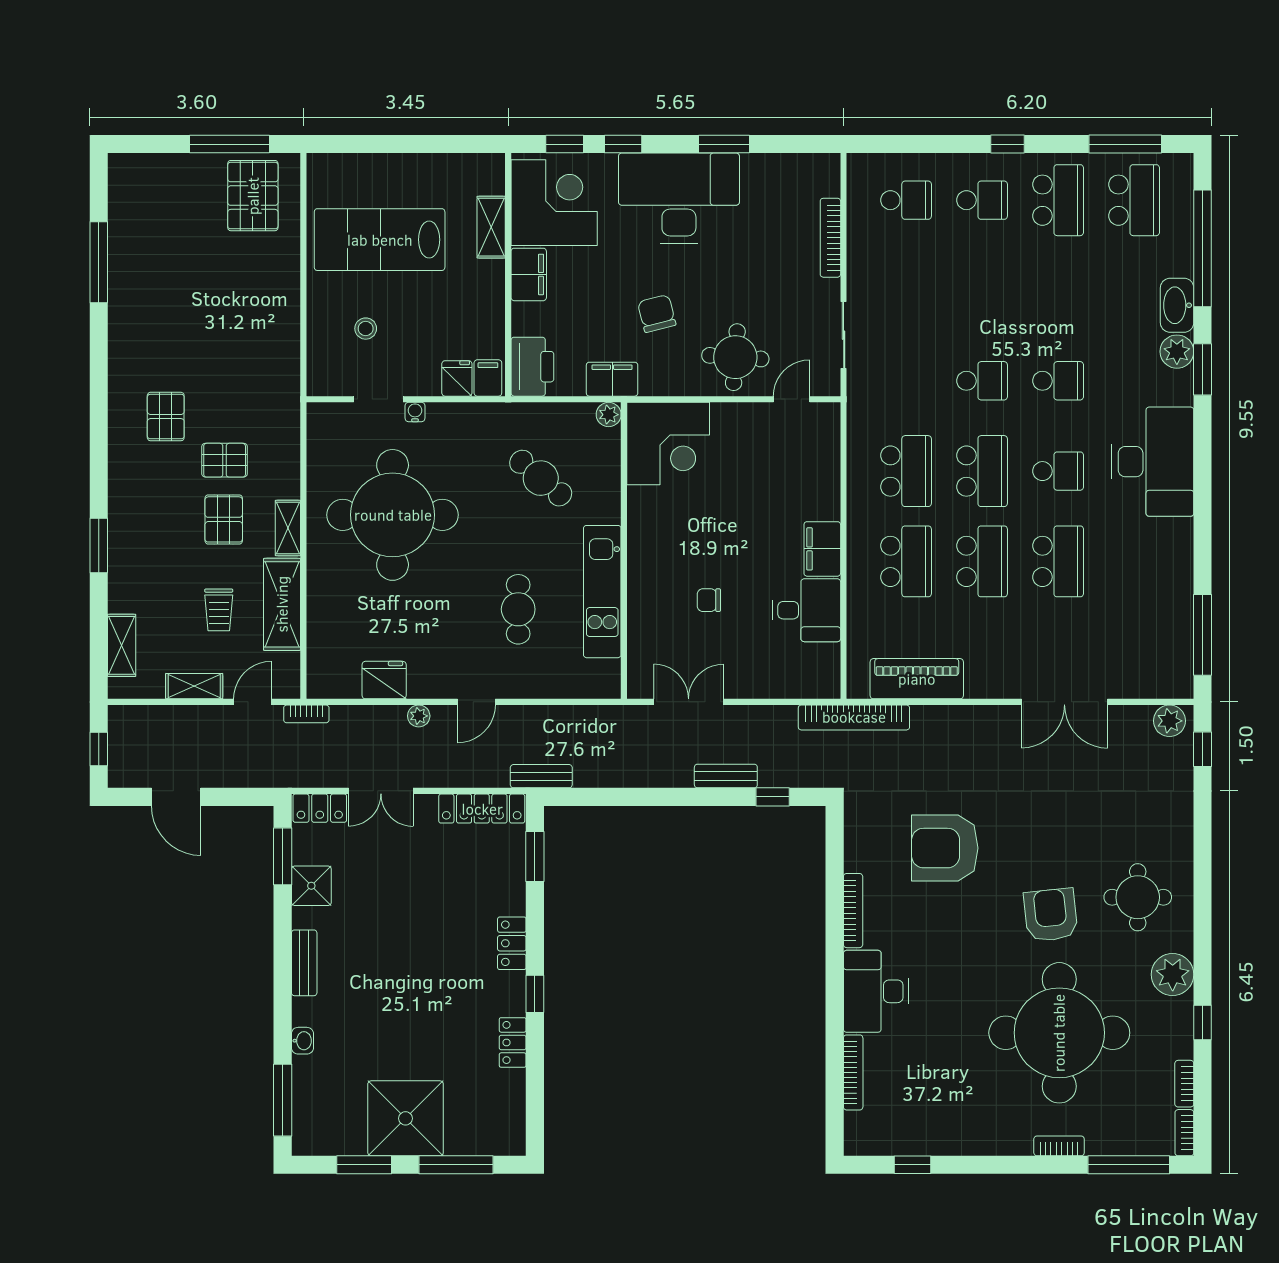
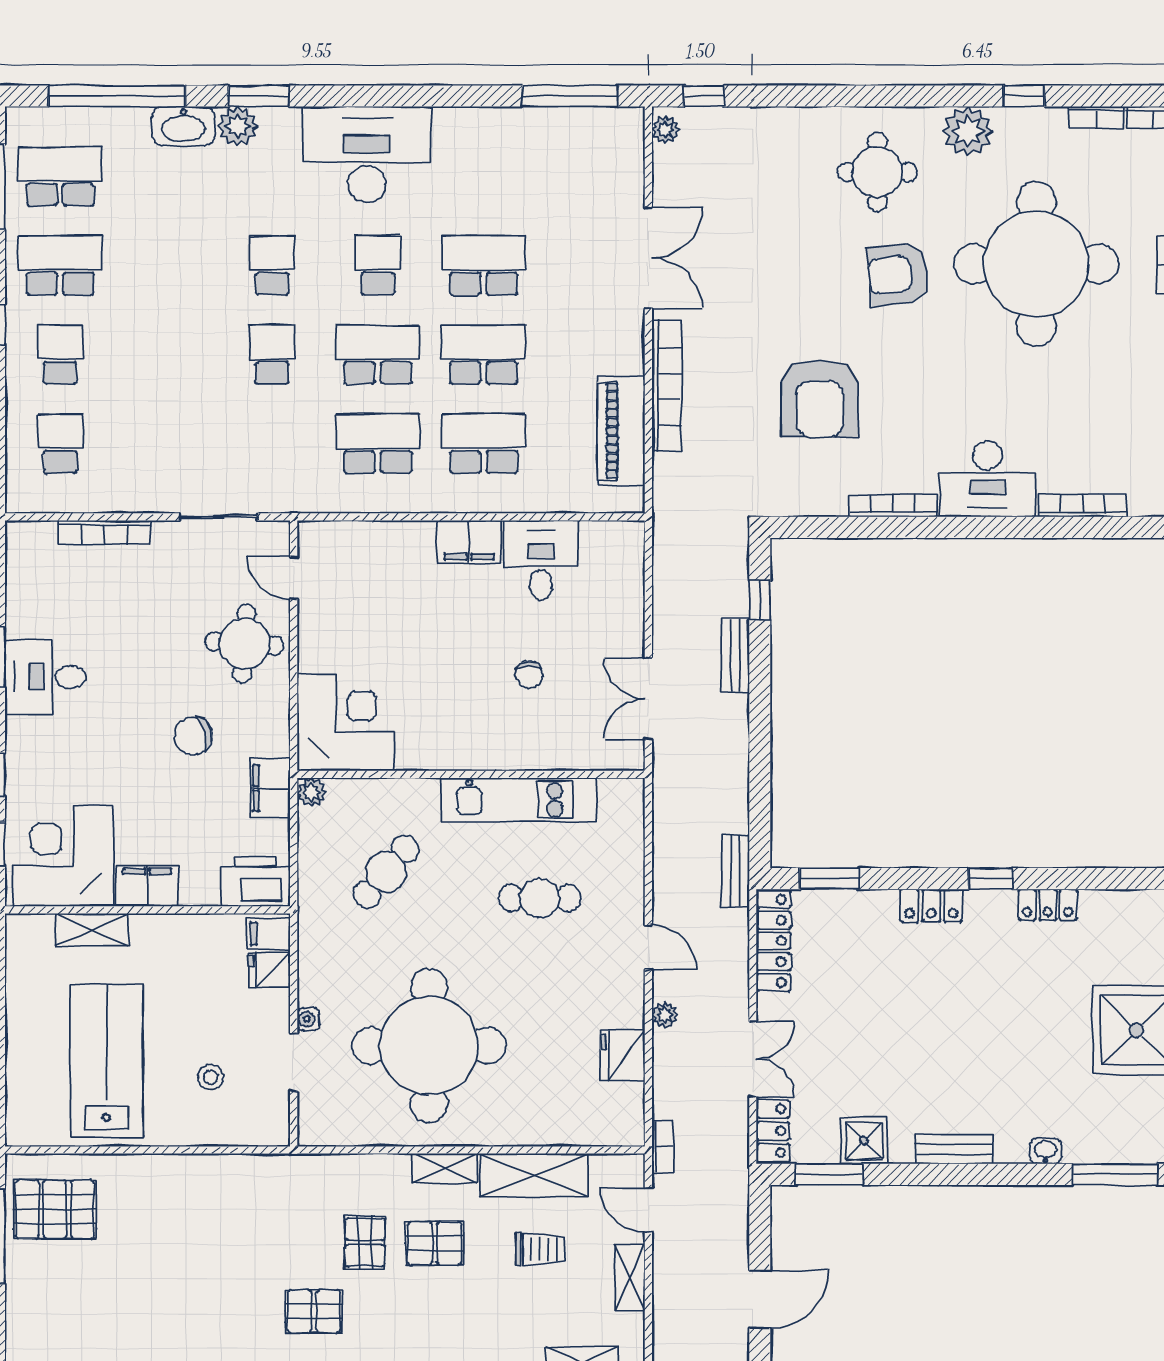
desk: (679, 198) -> (46, 677), width x0.53, depth x0.77
lab bench: (380, 240) -> (106, 1061), turned 180
bookcase: (854, 717) -> (667, 386), moved
plant: (1169, 721) -> (665, 130), width x0.73, depth x0.73

